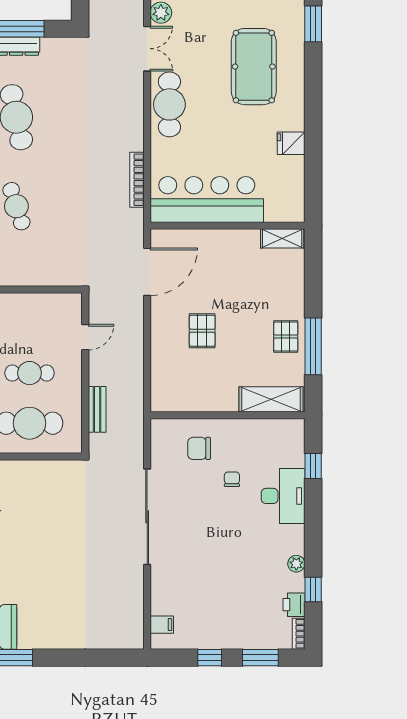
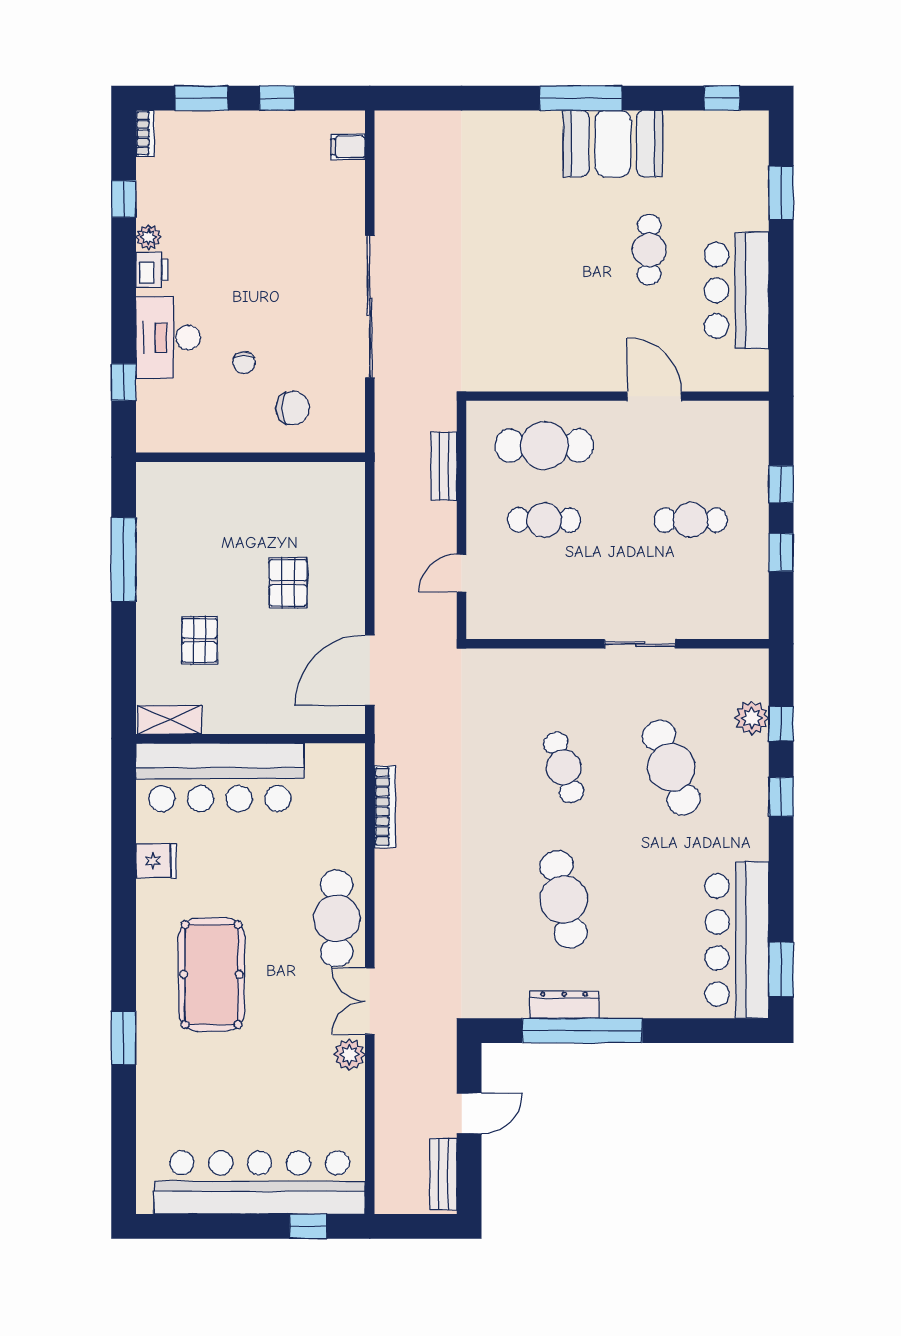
bar counter: (207, 199) -> (220, 777), moved
pallet: (286, 336) -> (200, 640), moved
shelving: (271, 399) -> (186, 481), removed
printer: (294, 605) -> (152, 270), moved

